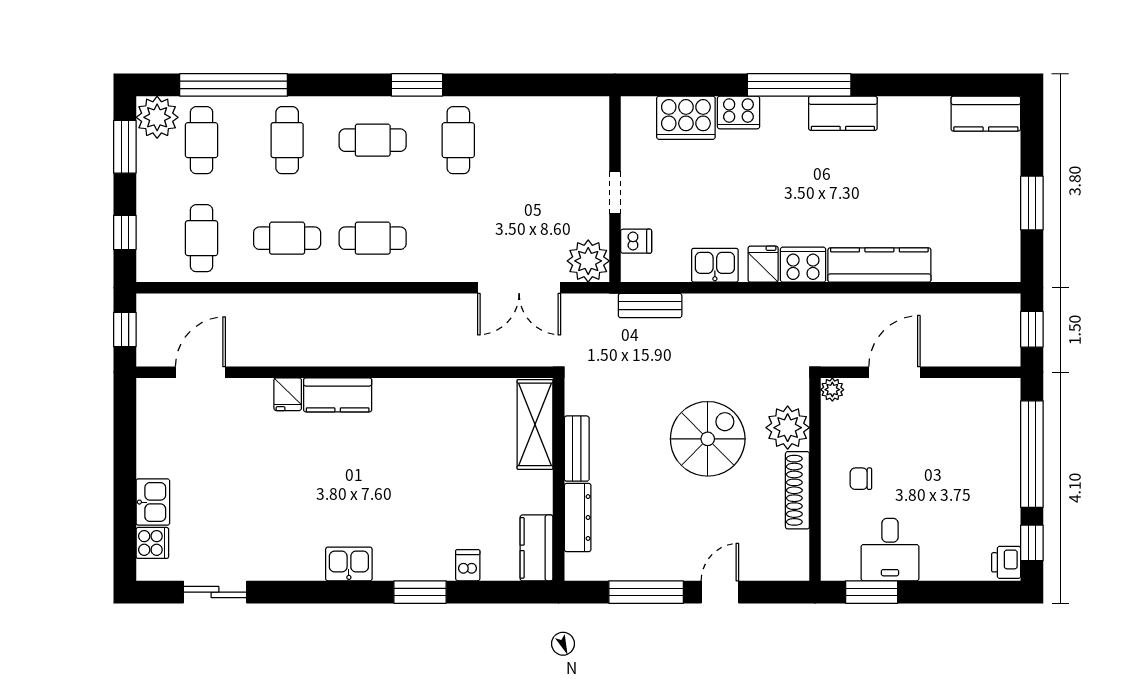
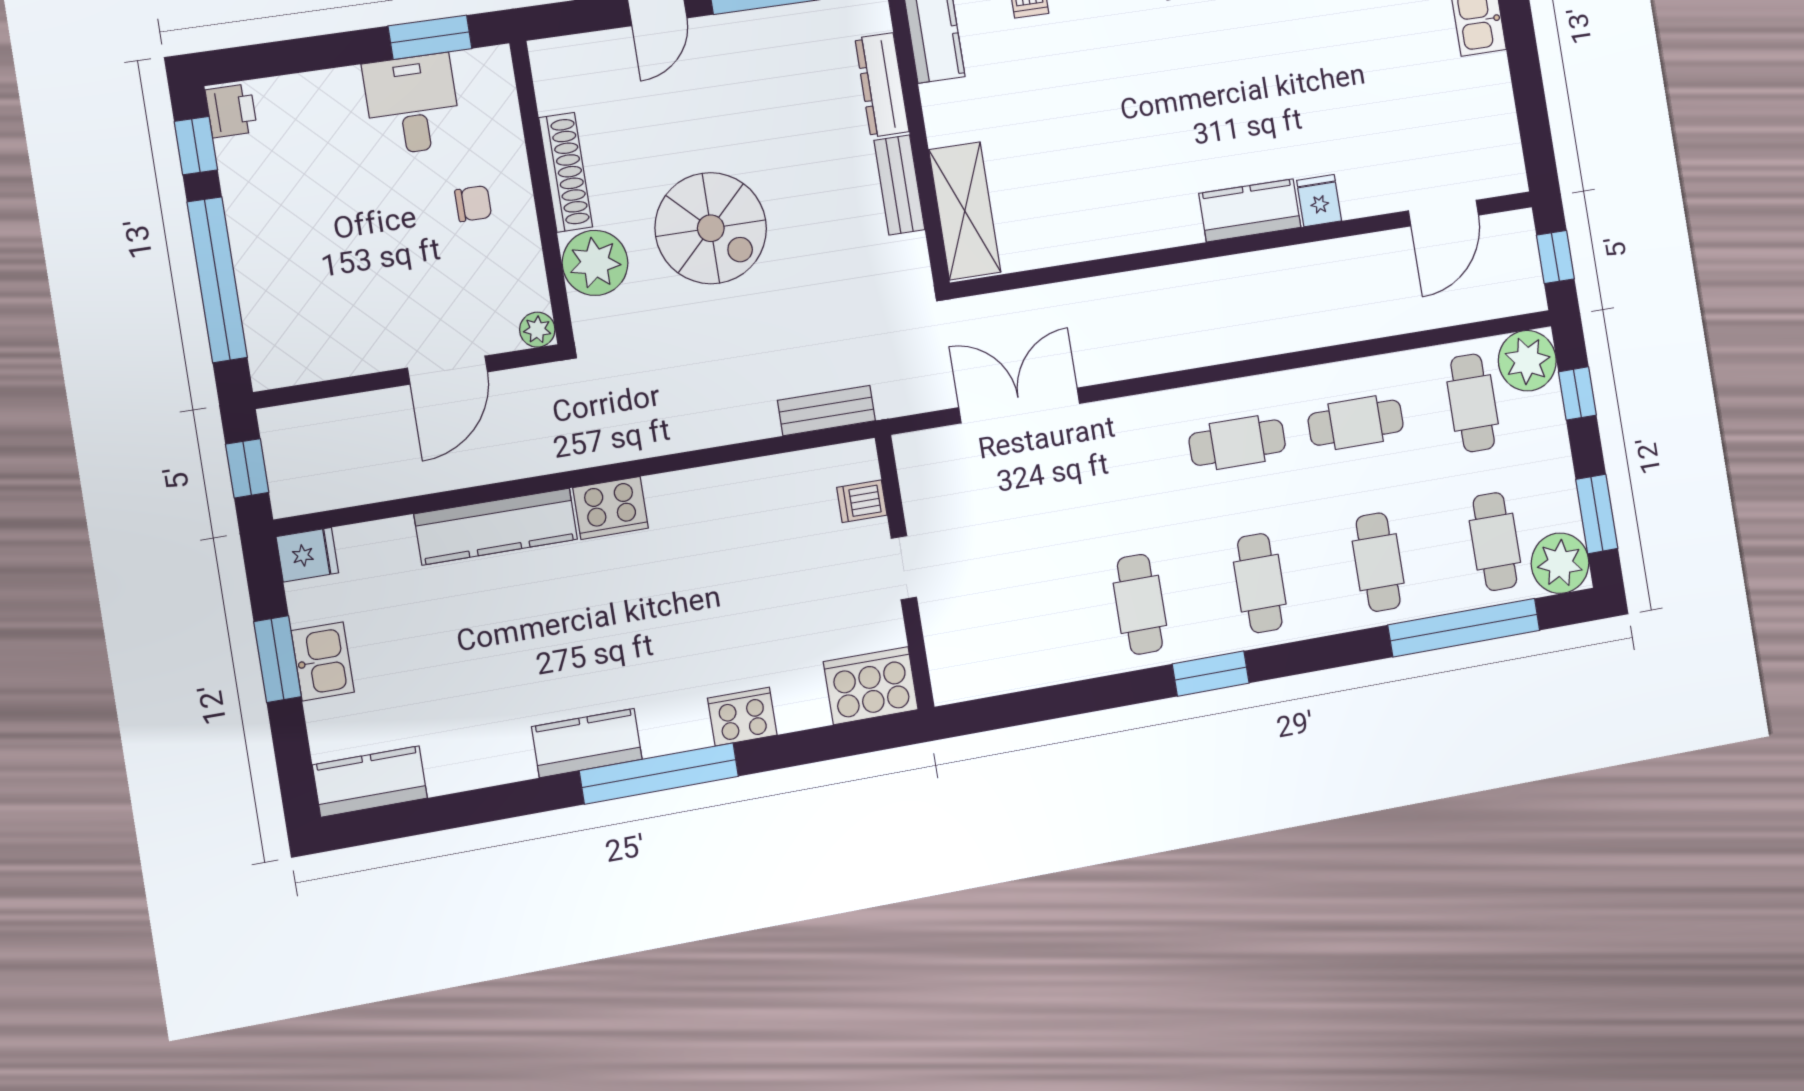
cooker: (686, 118) -> (871, 686), moved
cafe table: (373, 140) -> (1260, 583), turned 90
plant: (588, 261) -> (1527, 361), moved
fridge: (763, 264) -> (307, 555), moved, turned -90
kitchen sink: (715, 265) -> (323, 661), moved, turned -90
spiral stairs: (708, 439) -> (711, 228), turned -90

